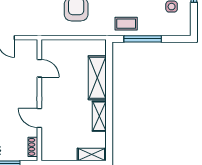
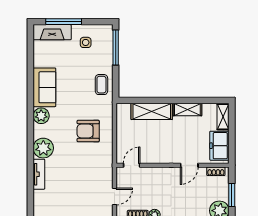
window: (143, 39) -> (116, 47), moved
door: (39, 68) -> (132, 165), moved
freezer: (60, 151) -> (219, 146), added

